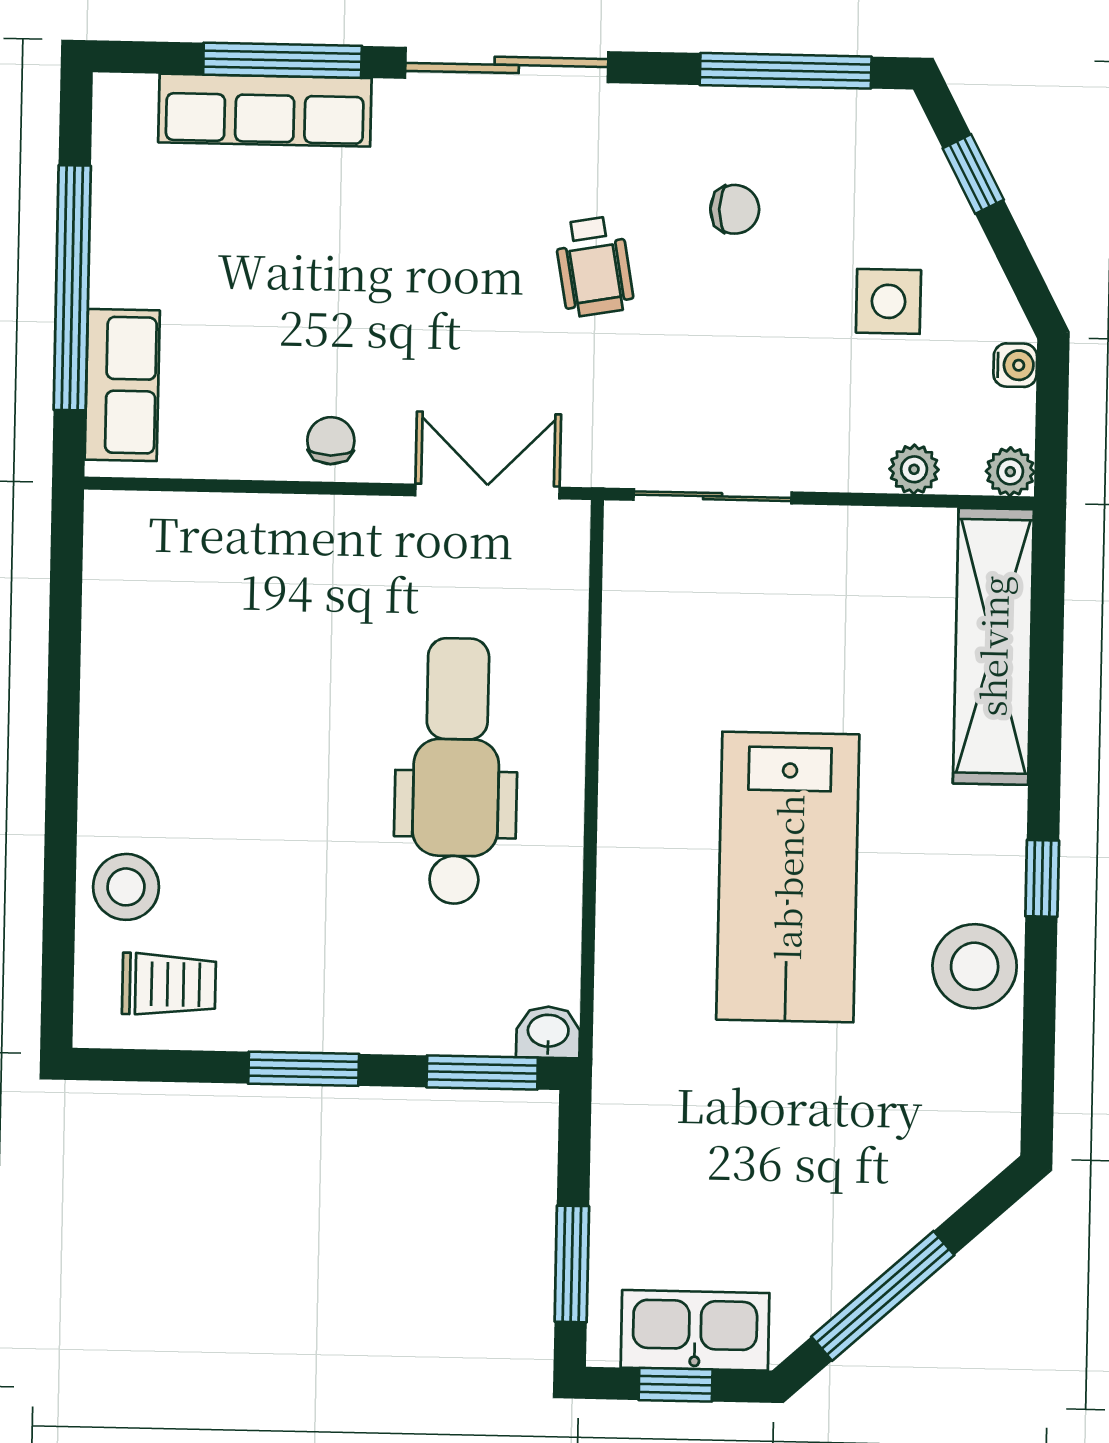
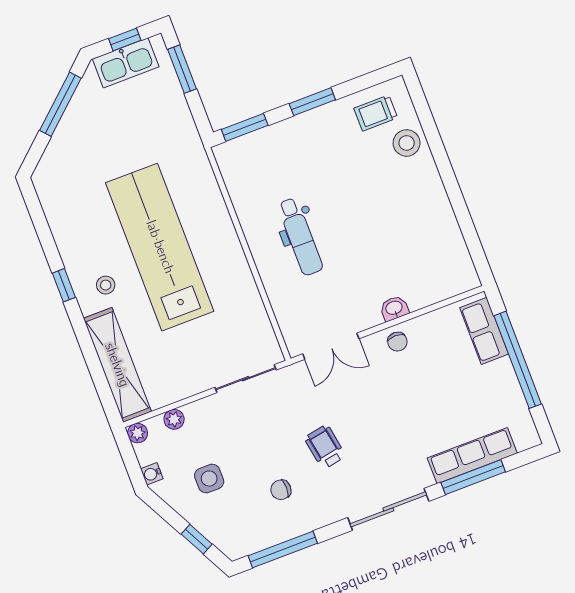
dental chair: (456, 771) -> (300, 237), width x0.73, depth x0.72
lab bench: (788, 877) -> (160, 247), width x1.36
stool: (975, 966) -> (106, 285), moved, width x0.53, depth x0.53
washbasin: (548, 1032) -> (394, 308), moved, turned 180

